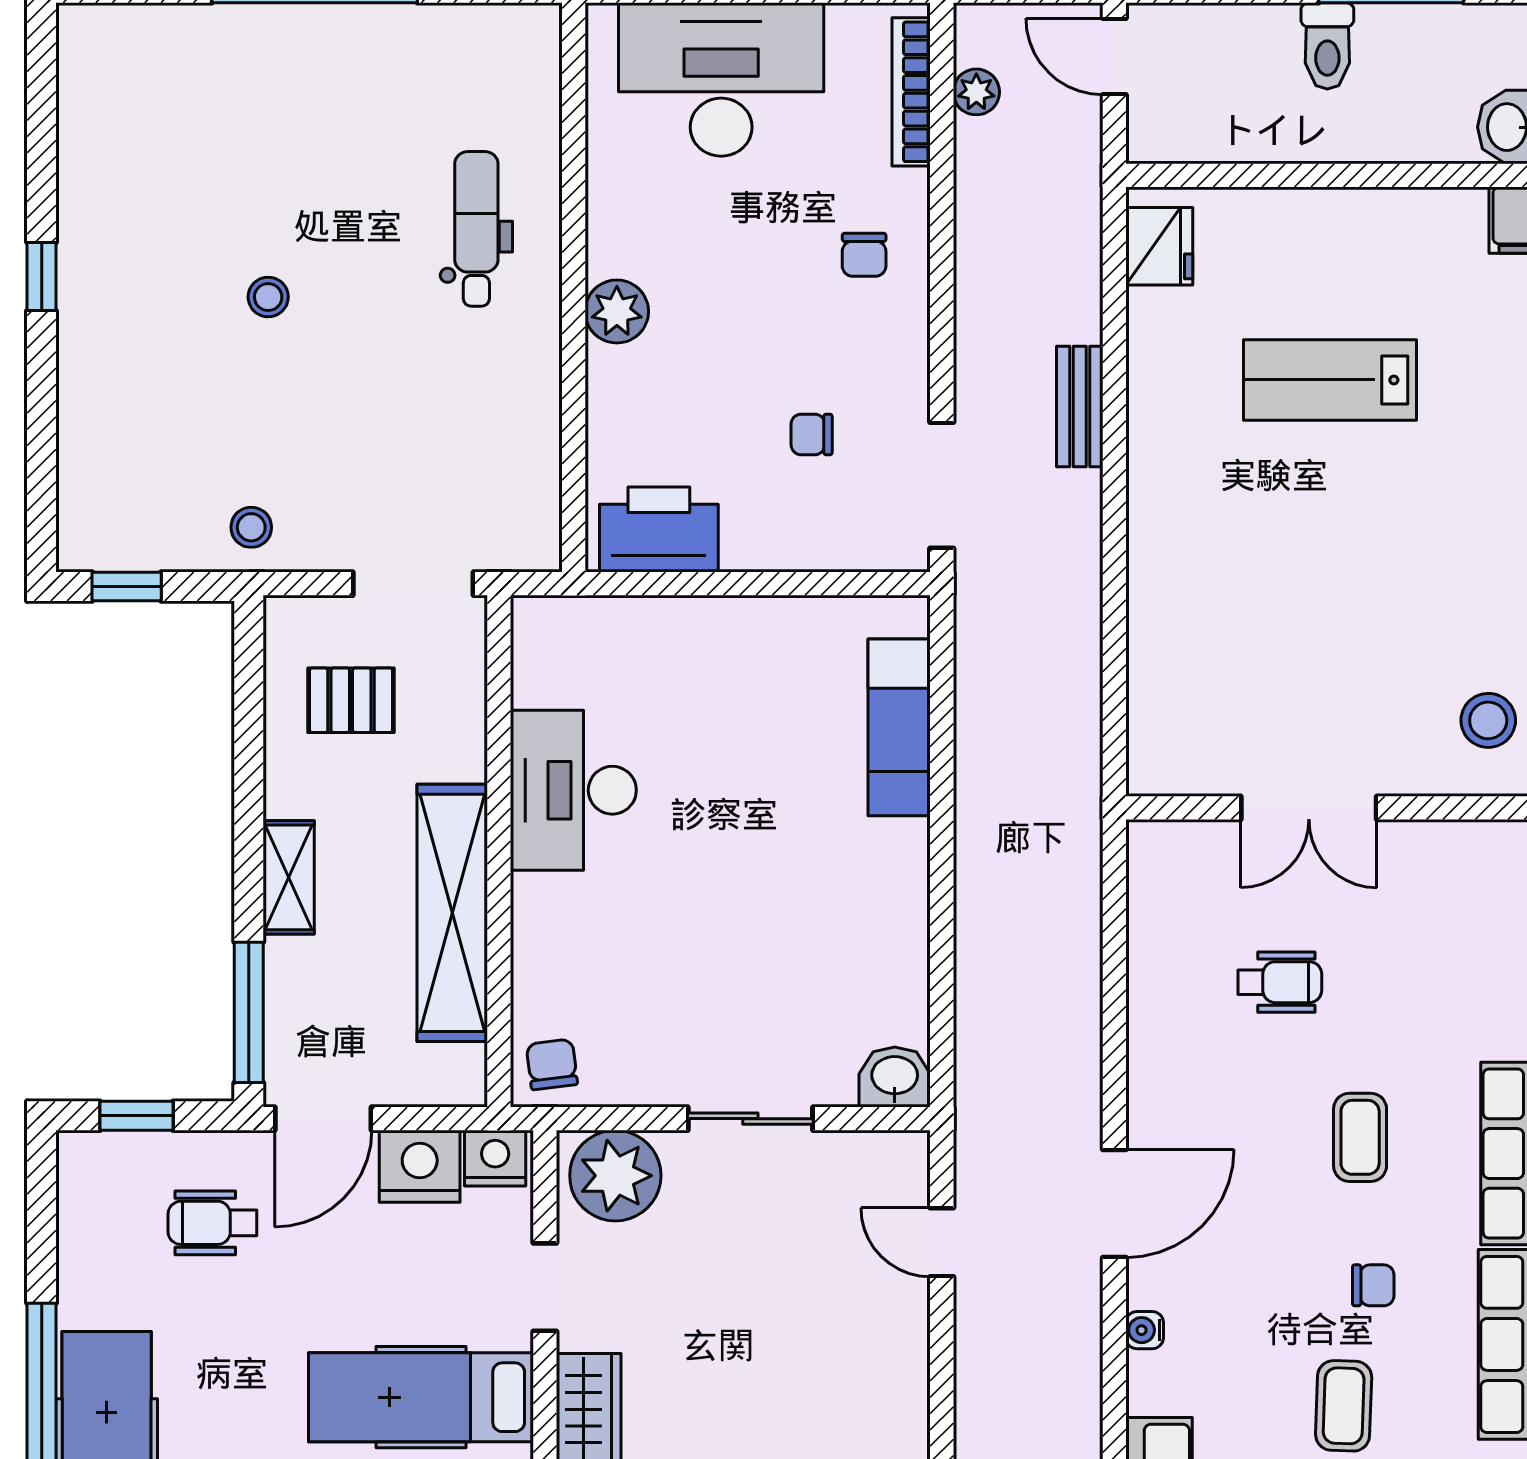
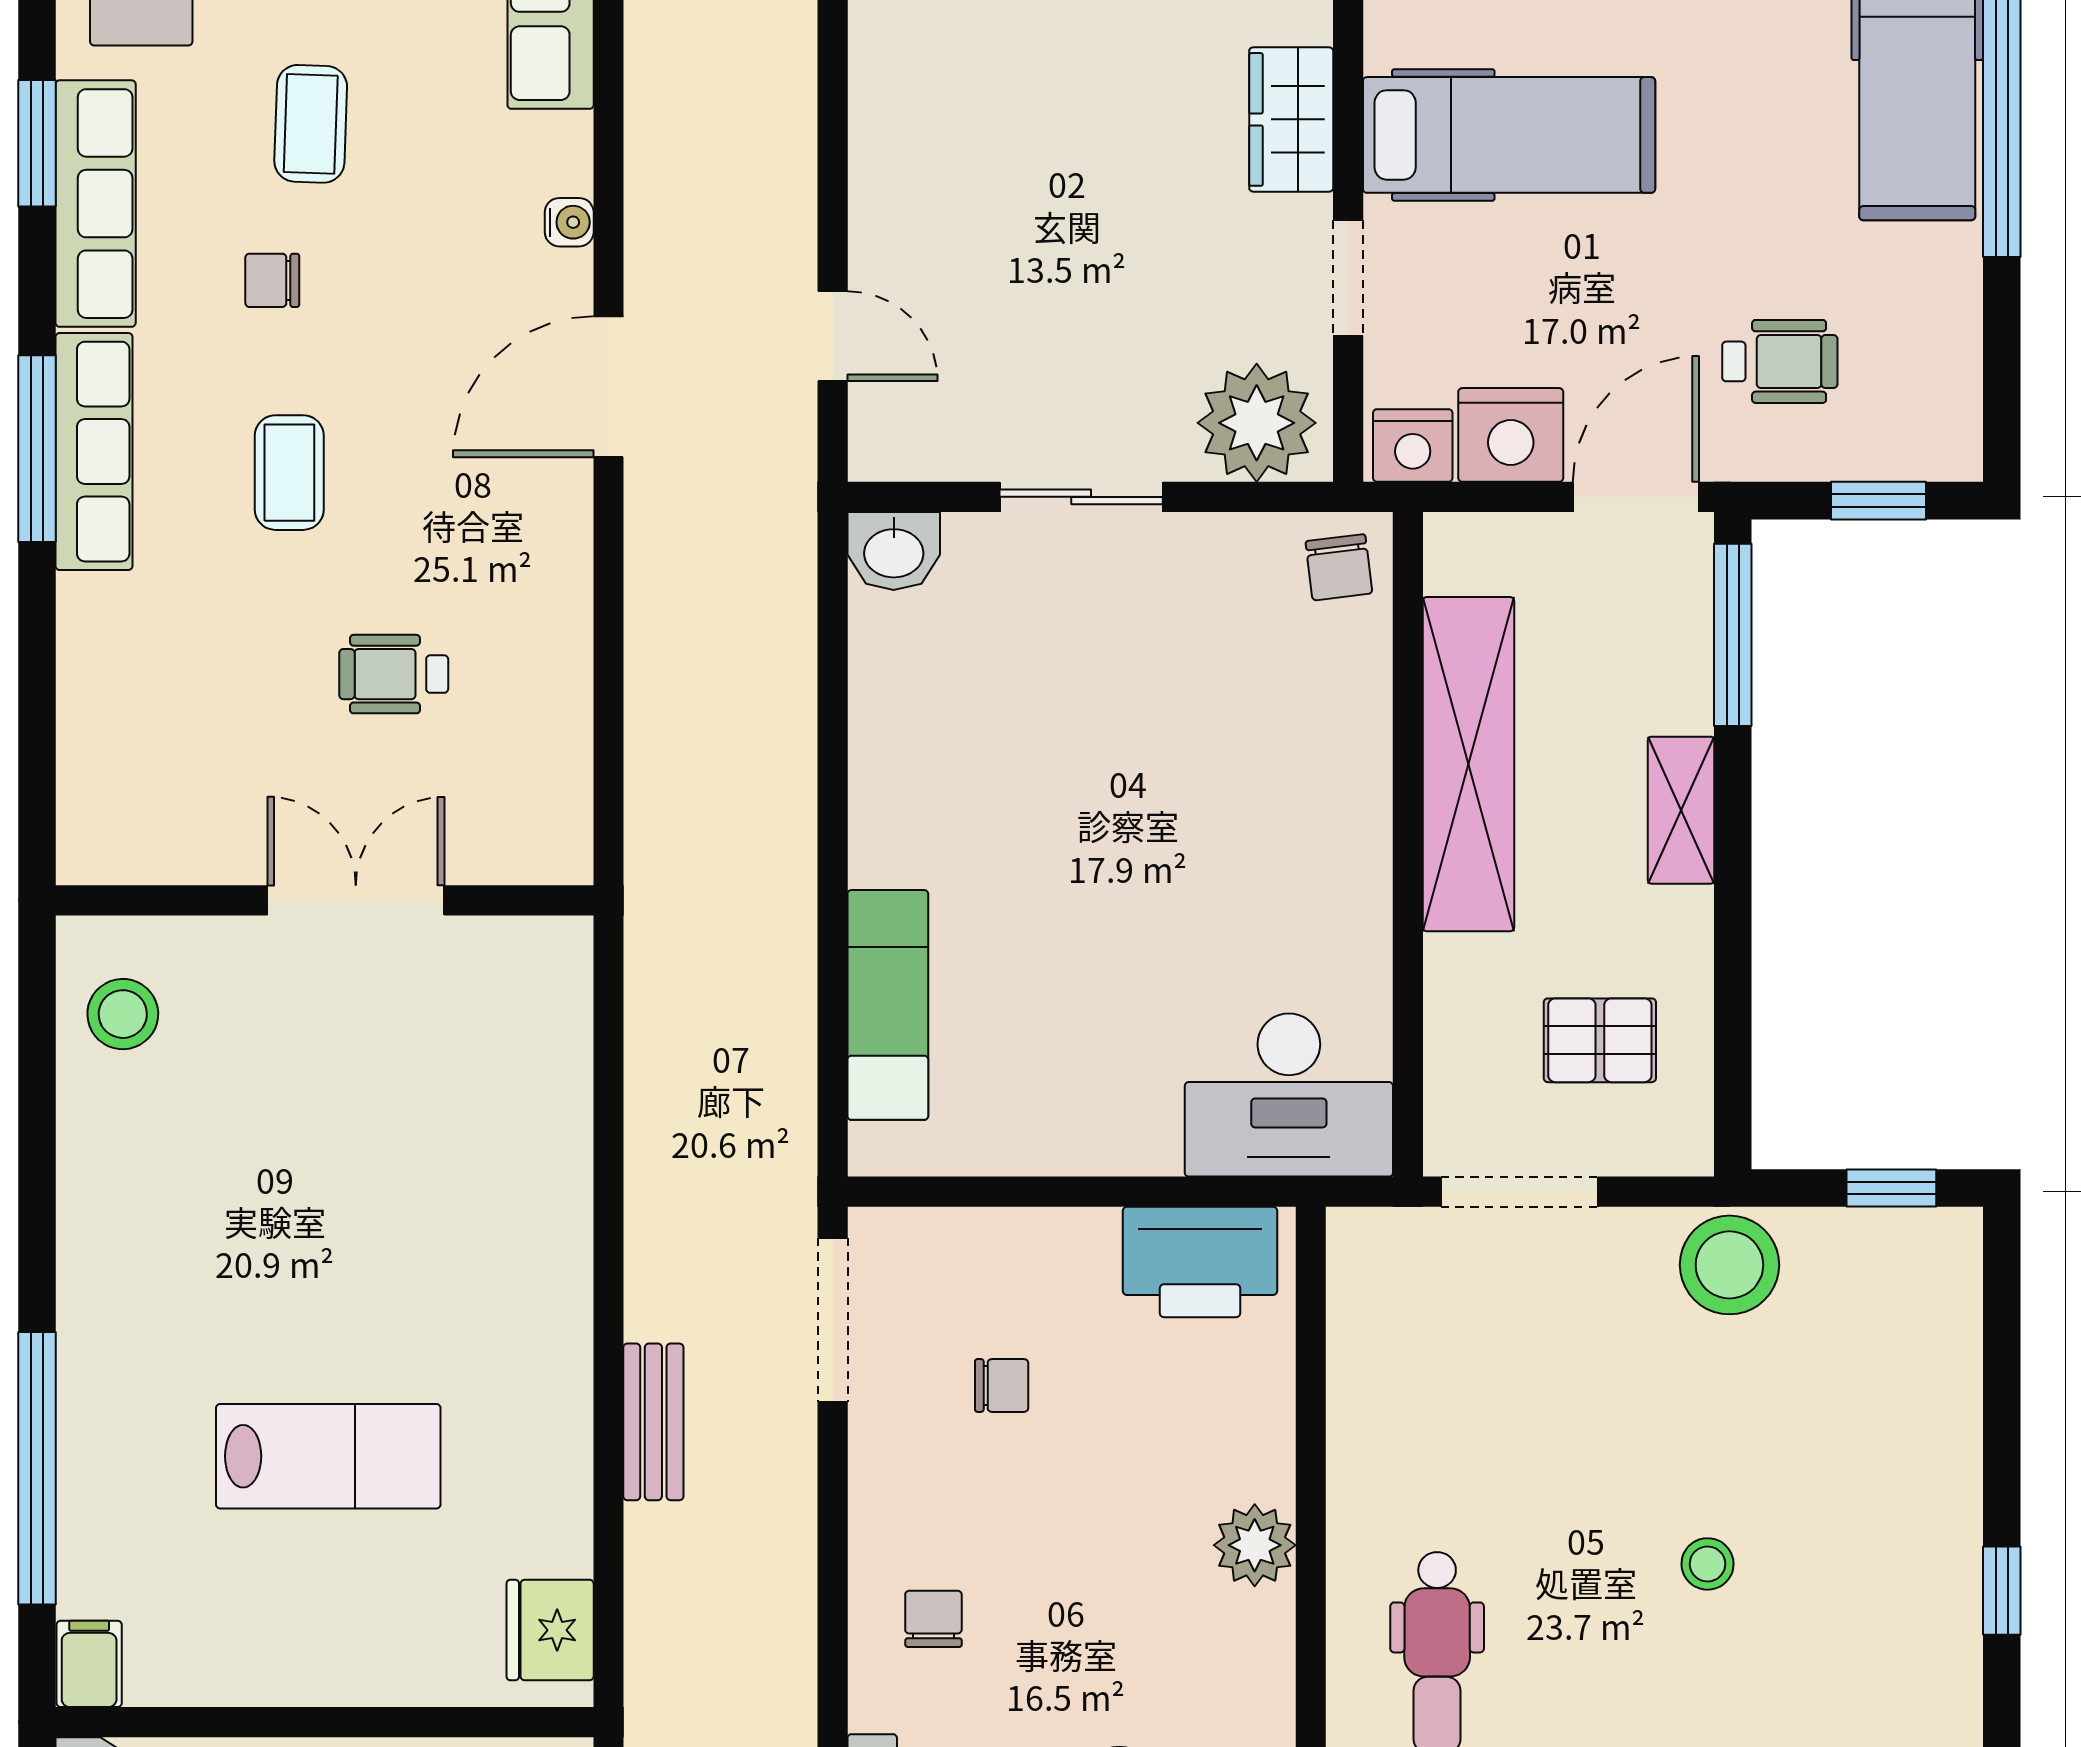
stool: (251, 527) -> (1729, 1265), width x1.89, depth x1.89
desk: (573, 790) -> (1289, 1095), moved, turned 90

